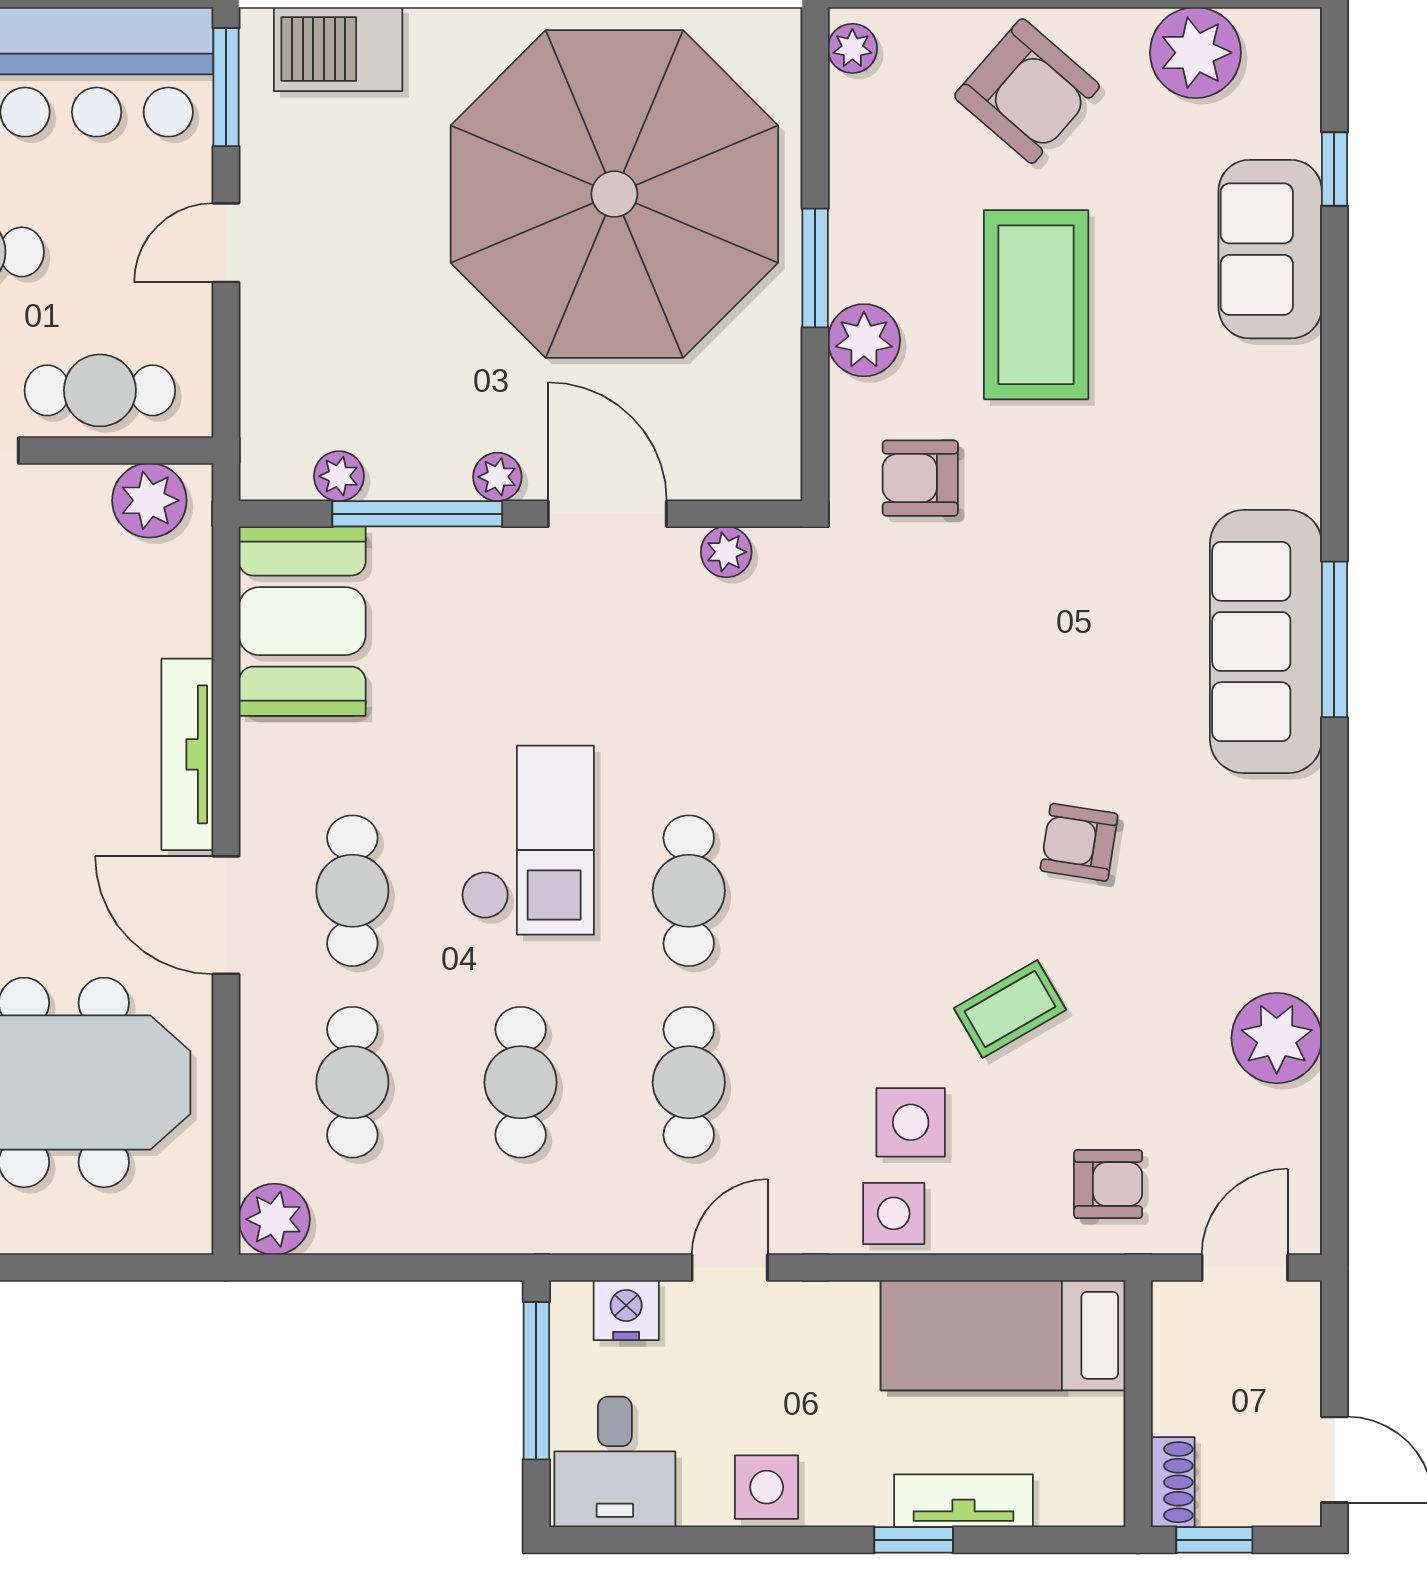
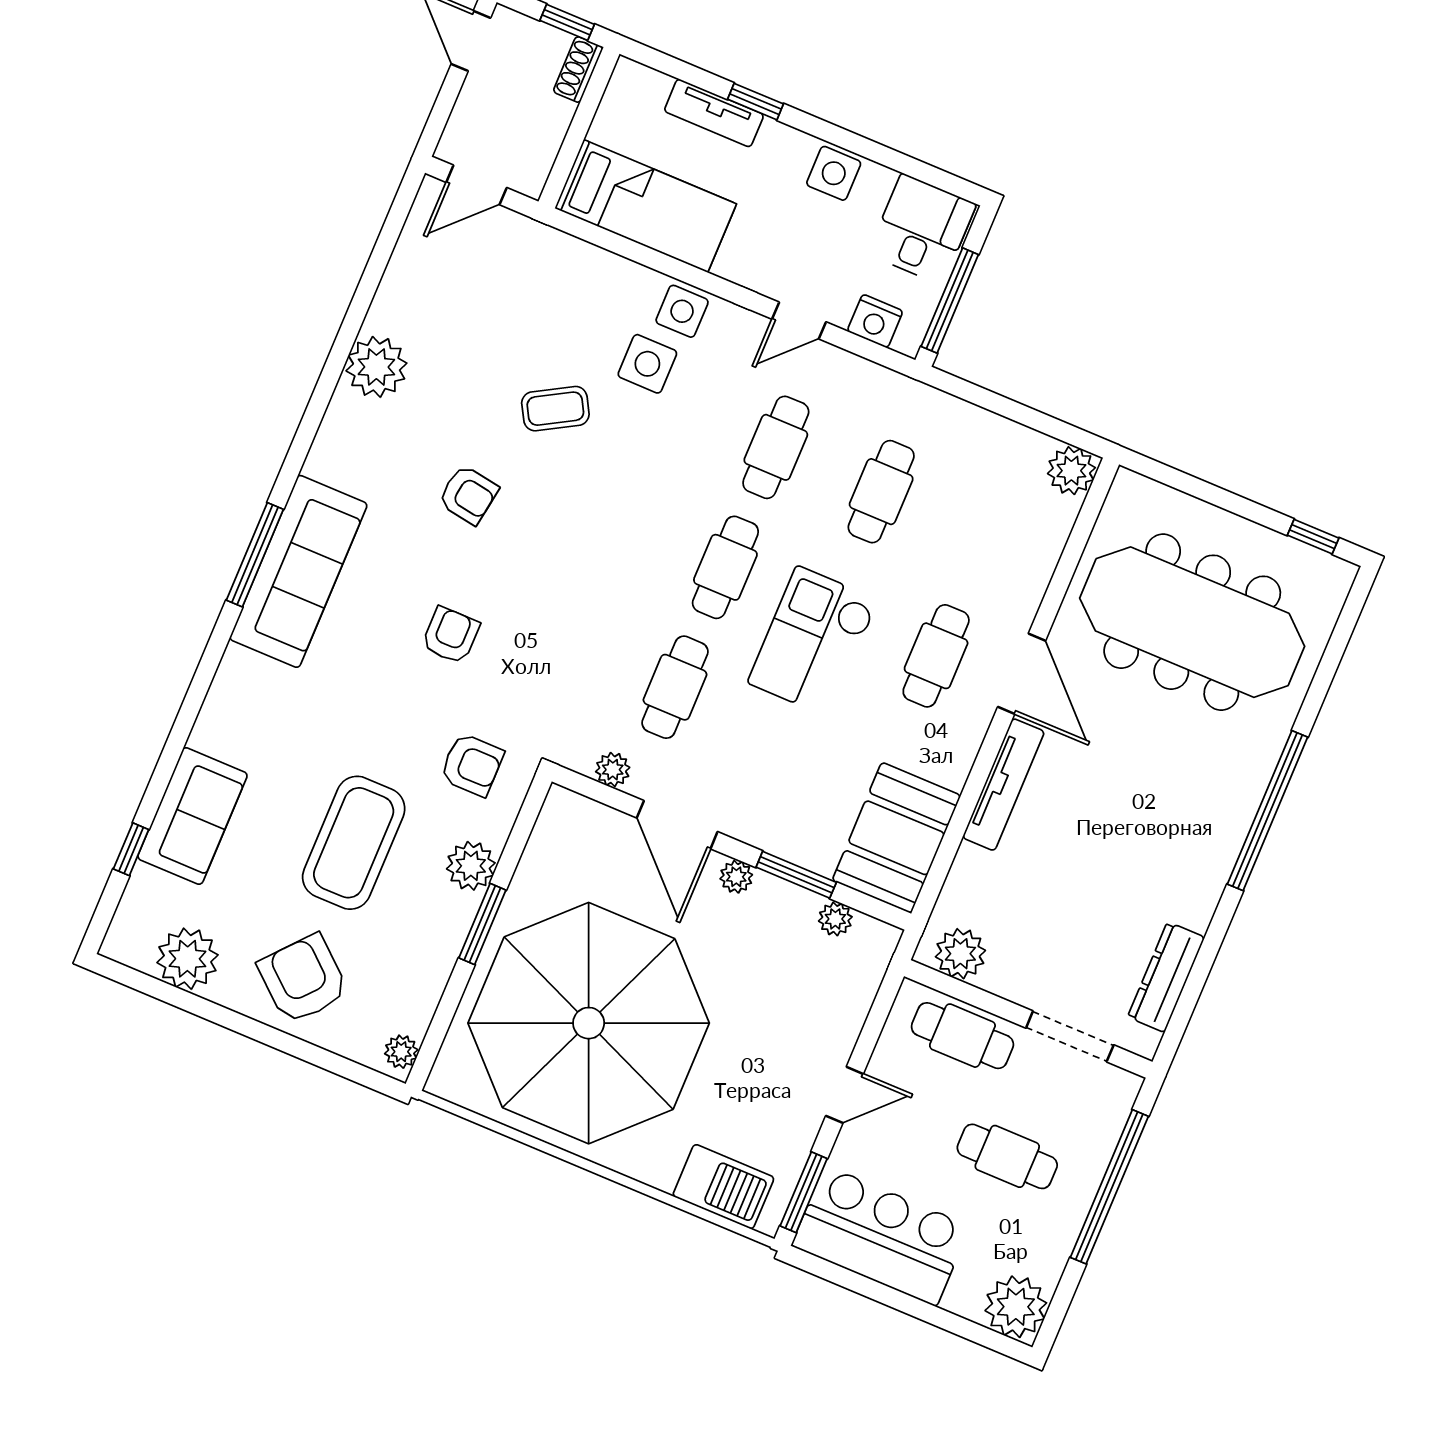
window: (417, 514) -> (796, 875), width x0.69
plant: (1277, 1038) -> (376, 367), moved
cafe table: (352, 1082) -> (675, 687), moved
armchair: (1108, 1184) -> (451, 635), moved, turned 90

